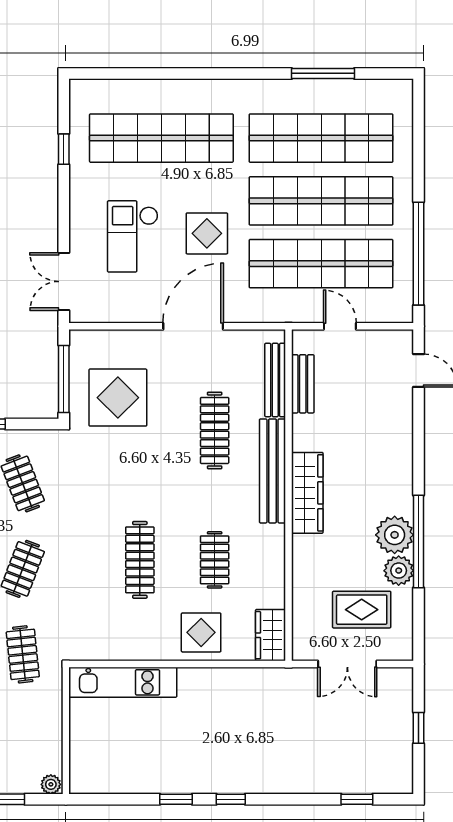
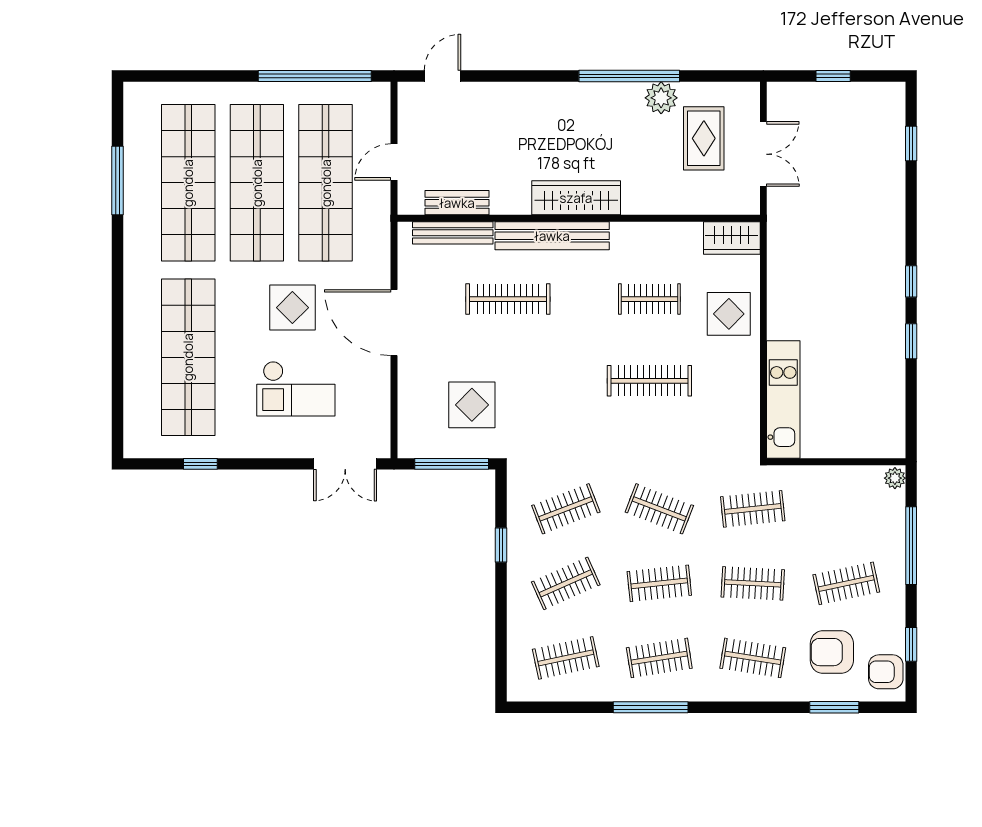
display table: (118, 398) -> (472, 405), width x0.73, depth x0.73
plant: (395, 535) -> (622, 102), removed

